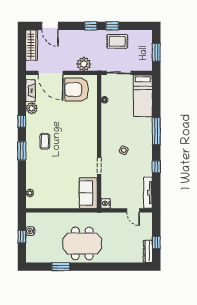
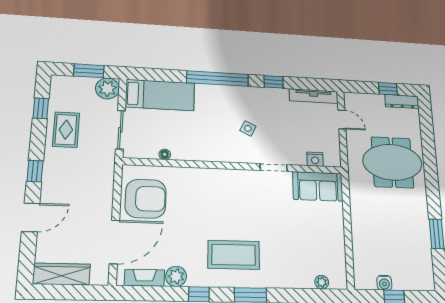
door: (50, 26) -> (31, 217), moved
window: (112, 26) -> (41, 108), moved
plant: (84, 64) -> (107, 88), moved
armchair: (77, 90) -> (146, 199), turned -90
window: (156, 131) -> (218, 79), width x1.46
coffee table: (45, 141) -> (234, 255), width x1.86, depth x1.72
nightstand: (106, 203) -> (315, 159), moved
door: (133, 210) -> (342, 119), hinge flipped
meeting table: (82, 243) -> (392, 162), moved, turned 90

